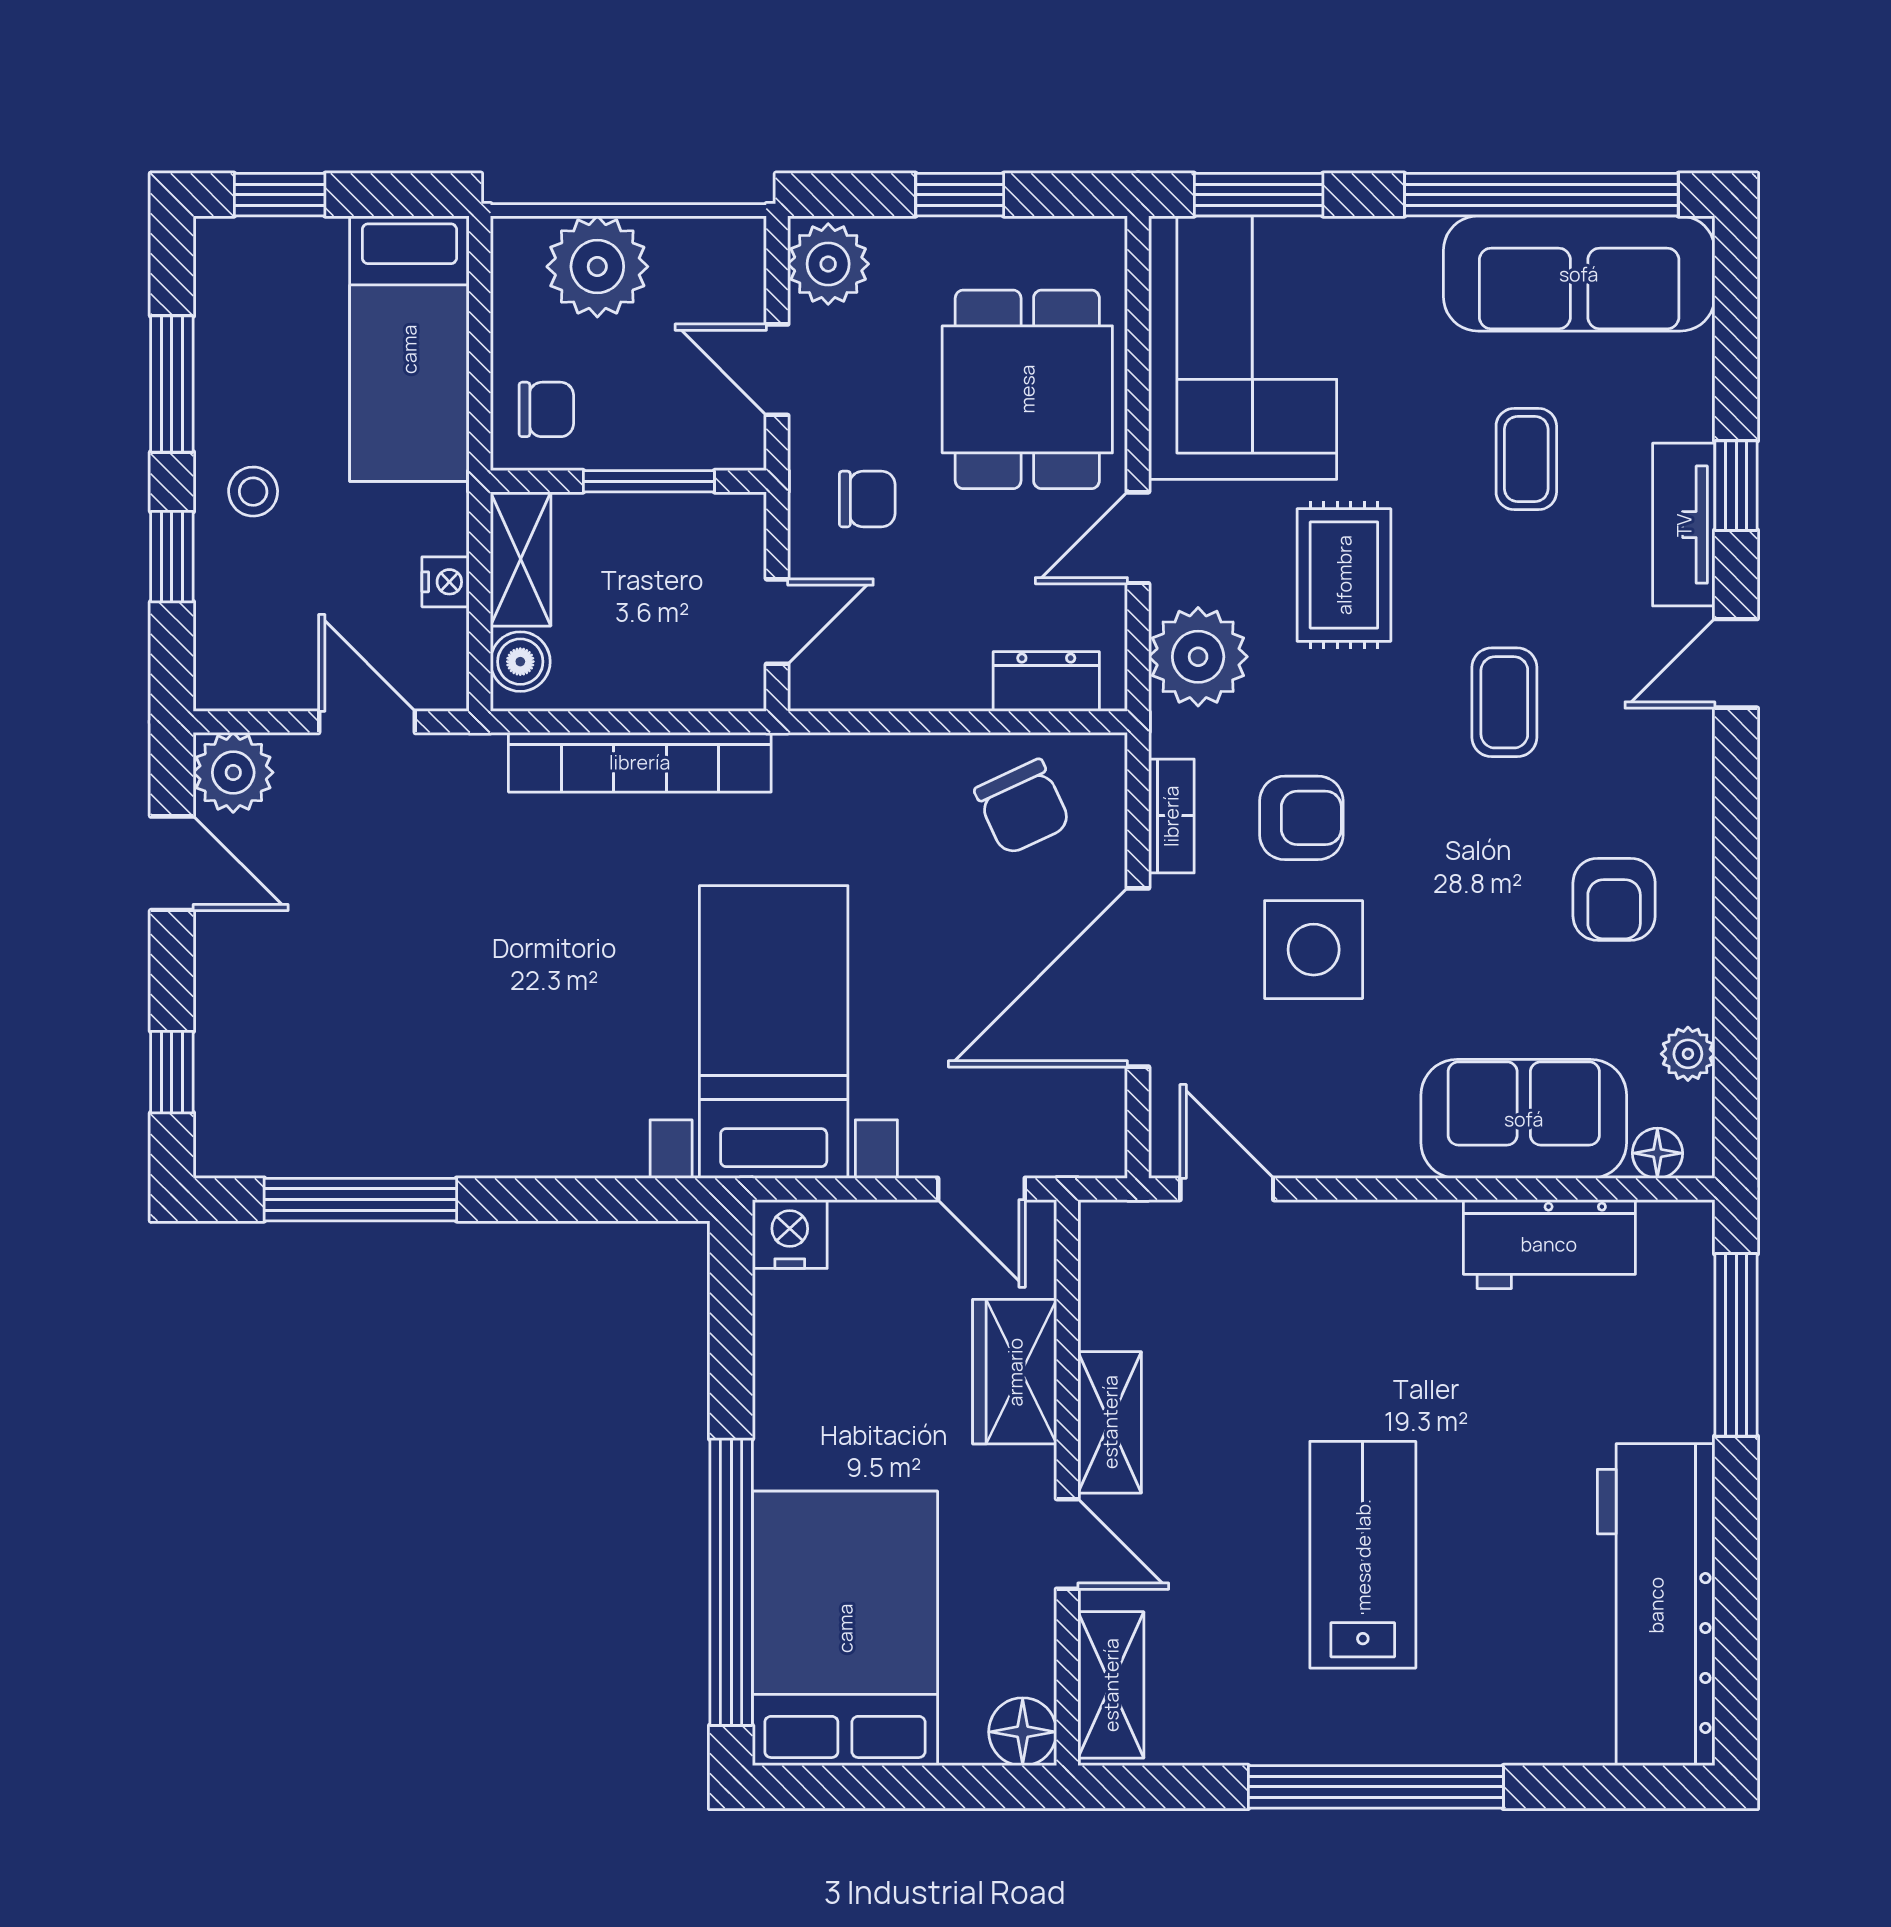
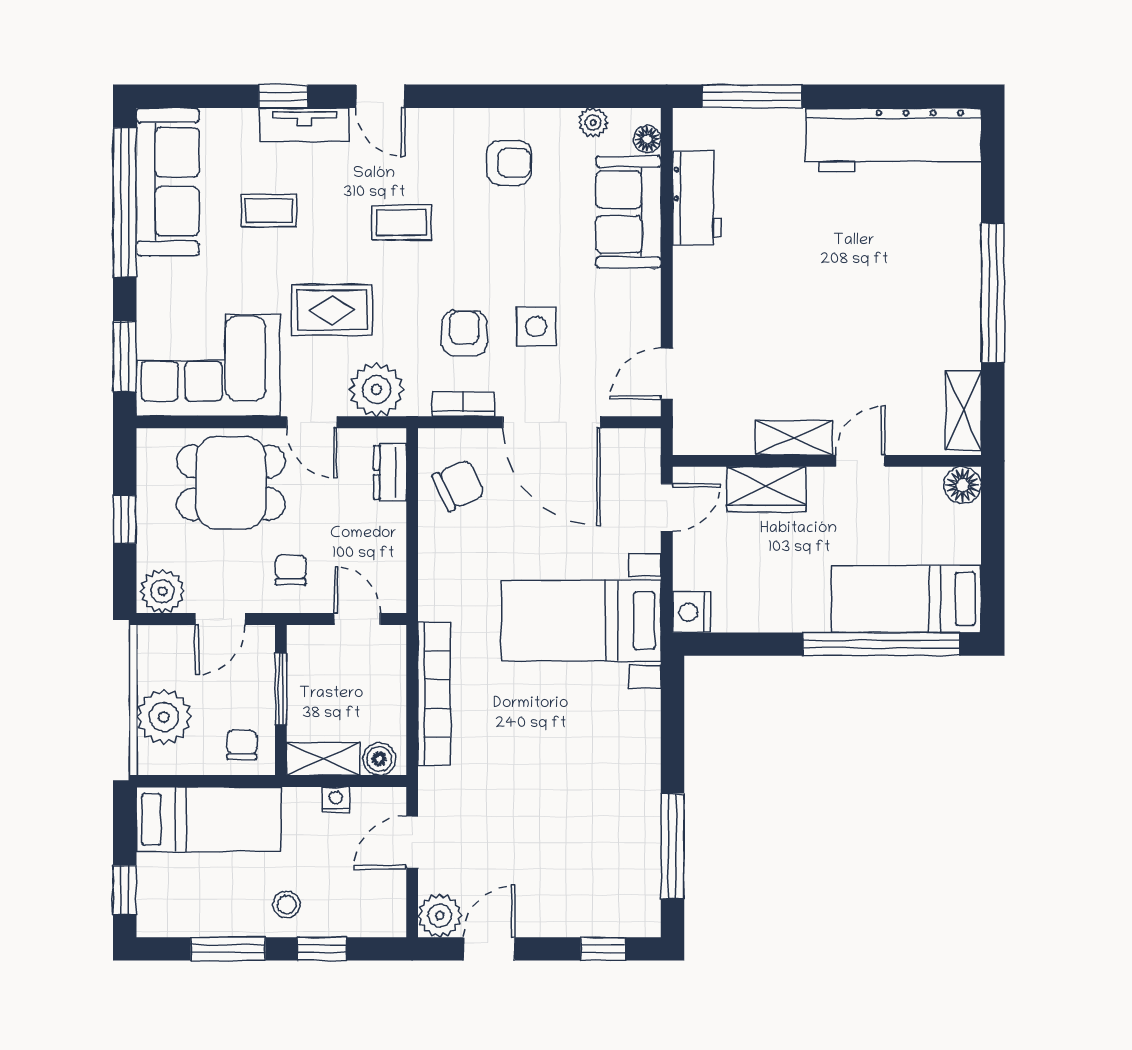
side table: (1314, 950) -> (536, 327), width x0.73, depth x0.73
lab bench: (1363, 1555) -> (866, 300), removed
bed: (845, 1628) -> (906, 599), width x0.67
shelving: (1111, 1685) -> (963, 410), moved, turned 90

